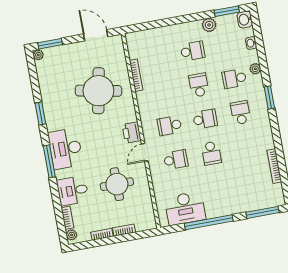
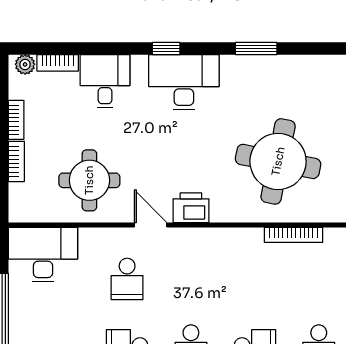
school desk: (170, 126) -> (191, 279), removed
window: (49, 161) -> (166, 48), width x0.46
round table: (117, 184) -> (89, 180), moved
desk: (185, 208) -> (43, 255), moved, turned 90

